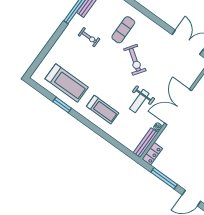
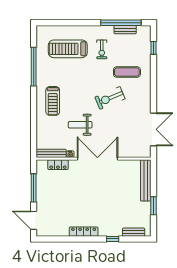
exercise bike: (135, 60) -> (110, 98), turned 32
treadmill: (67, 83) -> (68, 49), moved, turned 90
window: (62, 105) -> (34, 67), width x2.11
locker: (152, 154) -> (58, 165), moved

